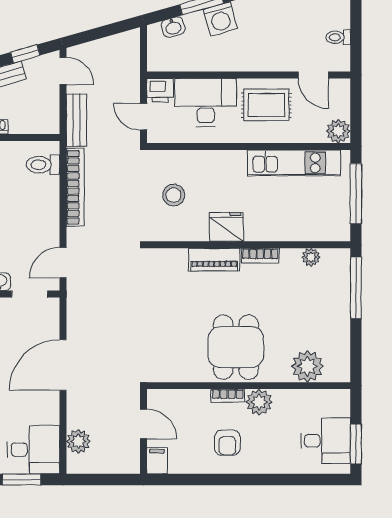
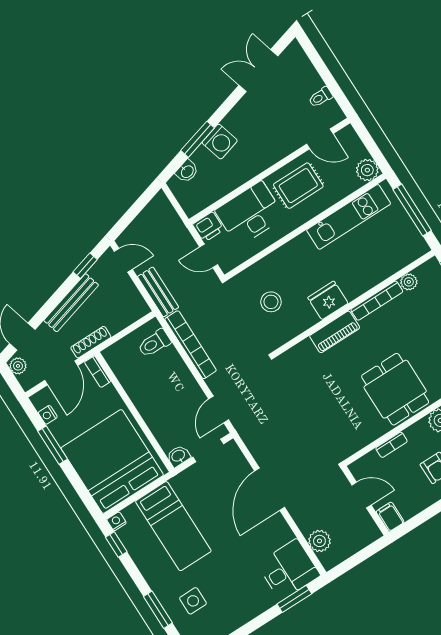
bookcase: (260, 256) -> (377, 301), width x1.56
bookcase: (228, 396) -> (391, 445), moved

